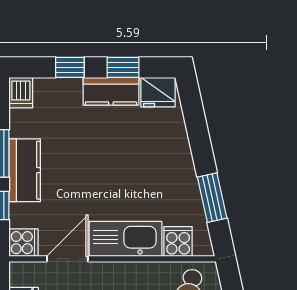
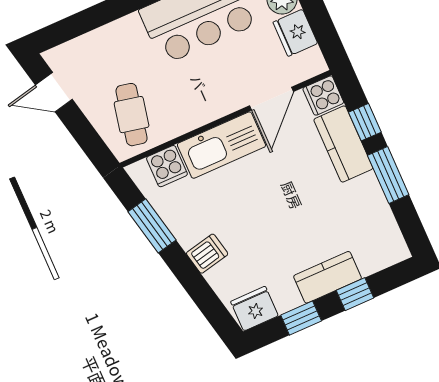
kitchen counter: (111, 91) -> (328, 277), moved
dishwasher: (21, 93) -> (207, 254), moved, turned 78
kitchen counter: (25, 170) -> (343, 144), moved

